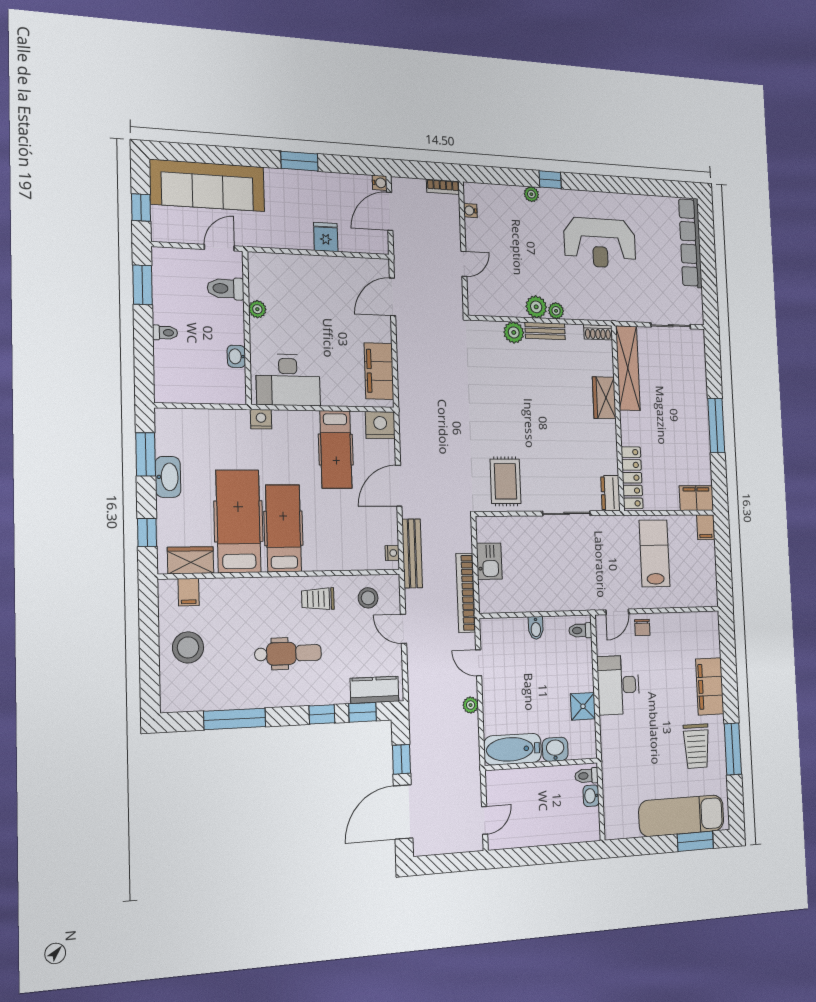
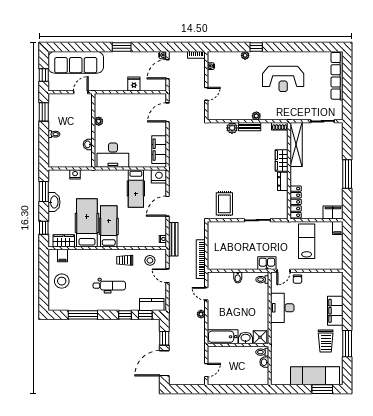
toilet: (226, 289) -> (83, 112), removed
plant: (536, 307) -> (245, 114), removed
nightstand: (261, 419) -> (75, 174), moved
dresser: (610, 493) -> (283, 181), moved
kitchen sink: (489, 561) -> (267, 263), moved, turned -90
shower: (583, 706) -> (260, 337), moved

